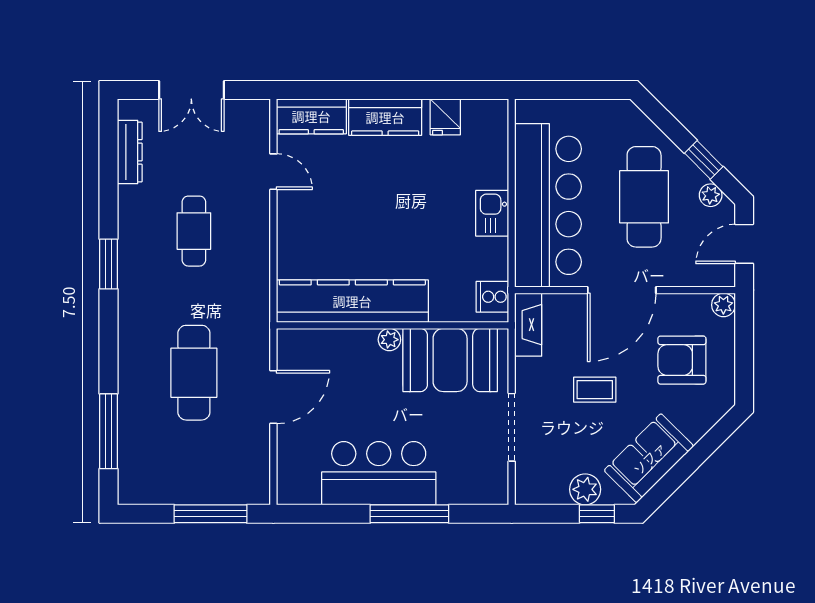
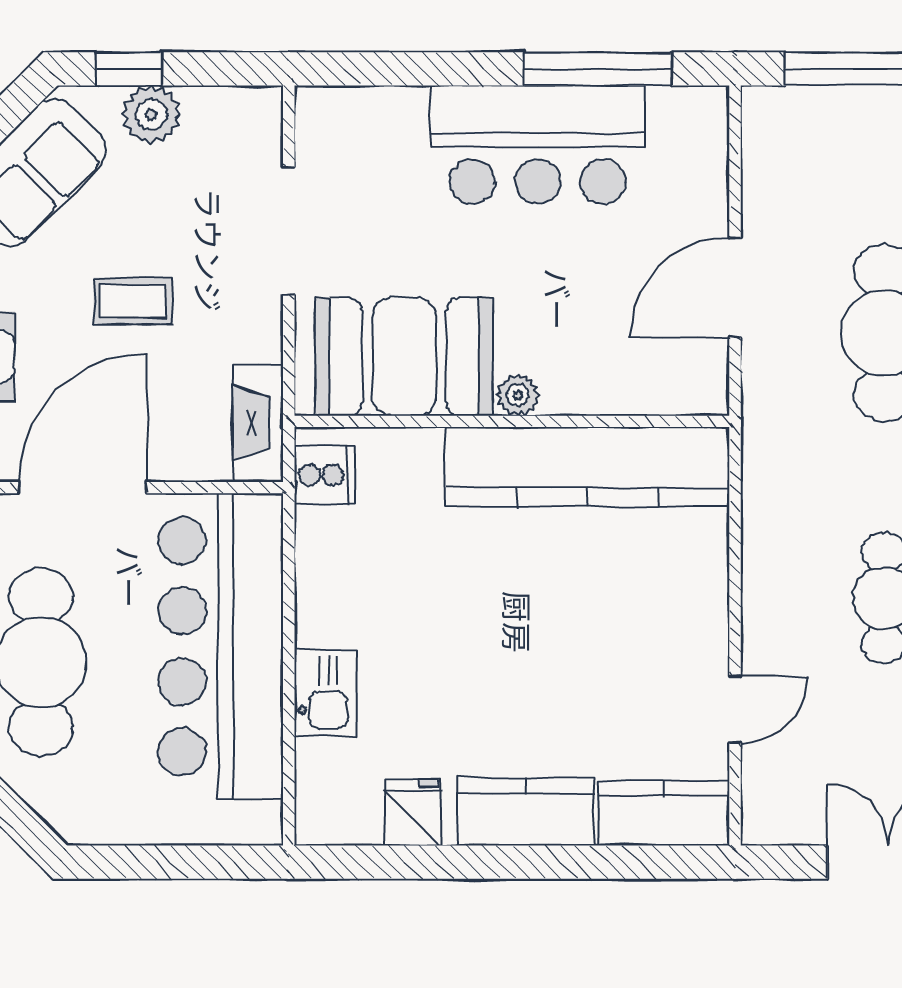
door: (273, 172) -> (735, 709), swing flipped
kitchen sink: (492, 213) -> (325, 693), moved
window: (409, 514) -> (598, 69), moved

